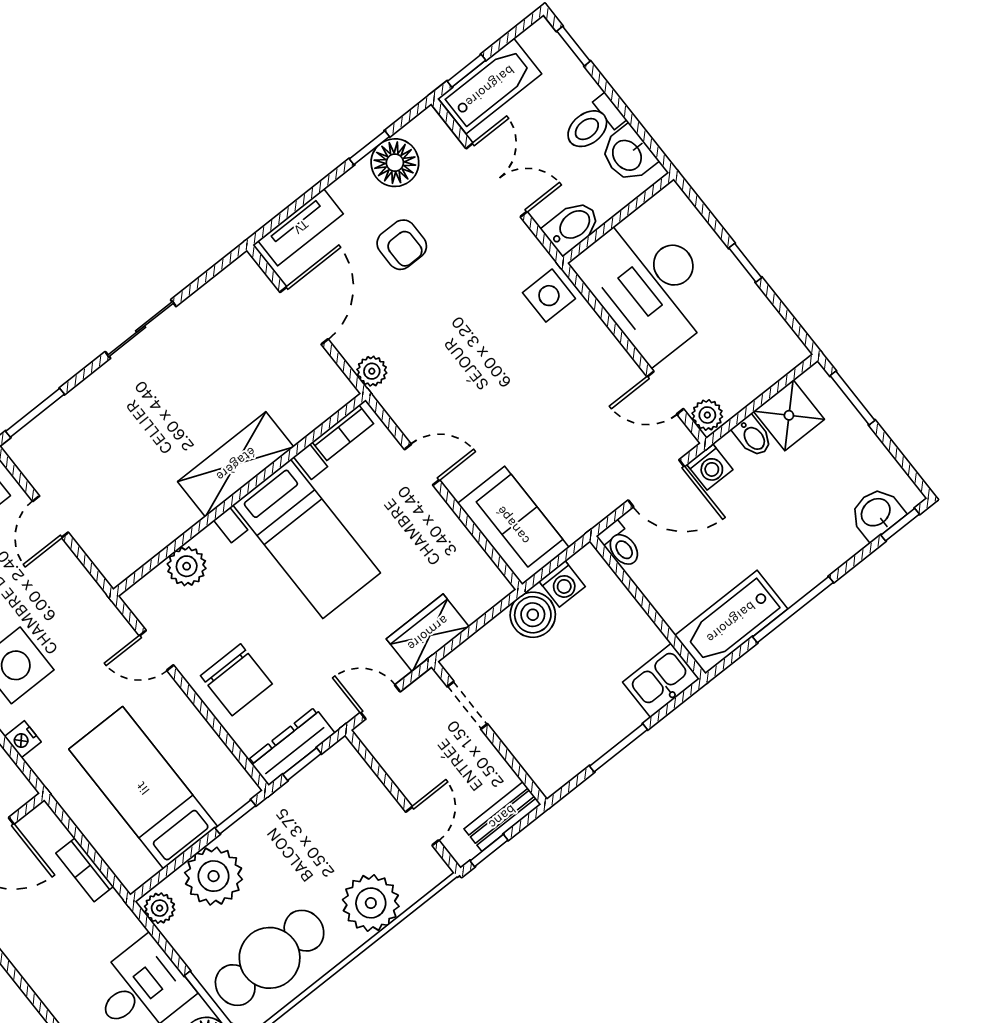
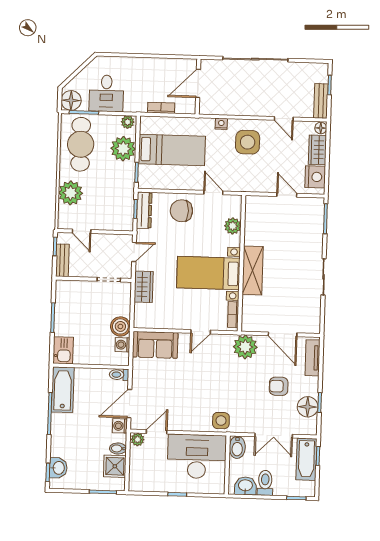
plant: (372, 371) -> (245, 347), width x1.88, depth x1.88
door: (156, 650) -> (213, 193), hinge flipped

